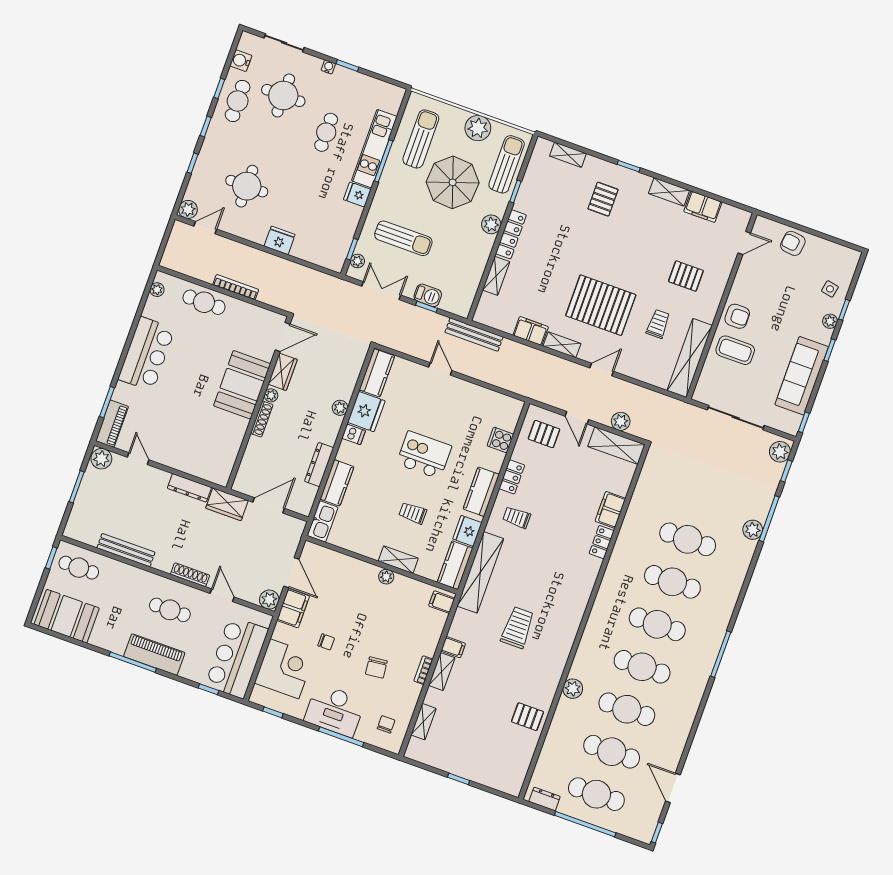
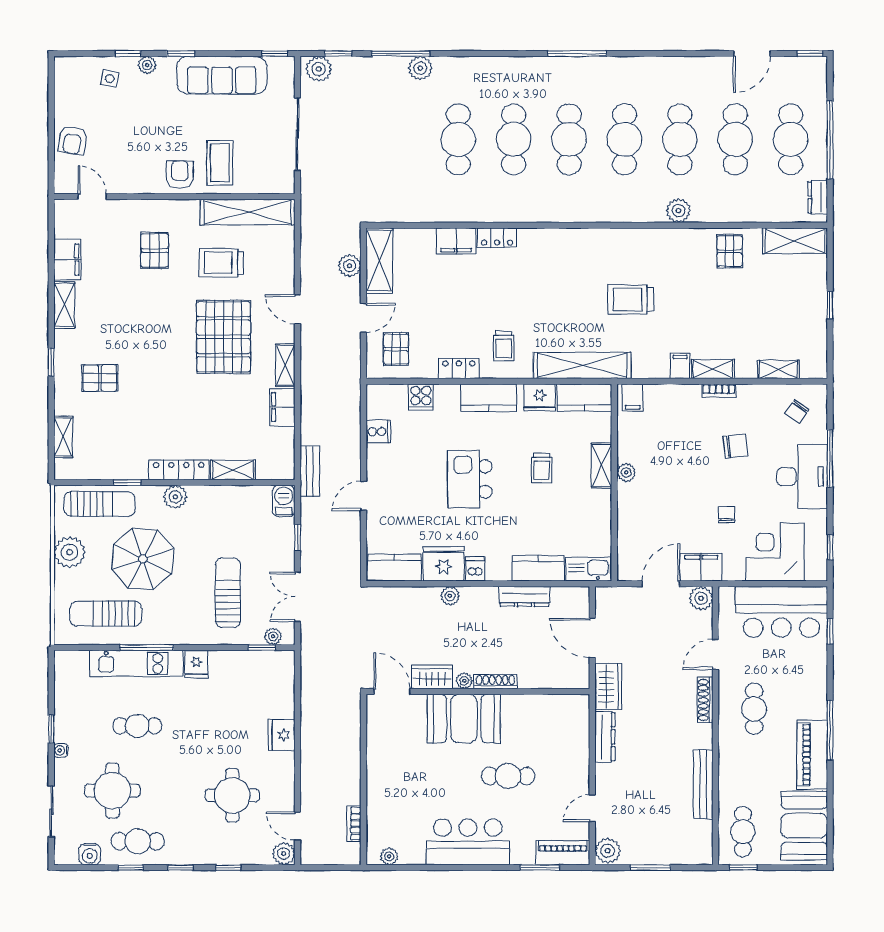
sun lounger: (507, 164) -> (100, 504), turned 180
bookcase: (236, 287) -> (354, 824), moved, width x0.64
barbecue: (428, 295) -> (284, 501), moved
cafe table: (204, 302) -> (508, 776), moved, turned 90
trolley: (658, 324) -> (221, 263), width x1.36, depth x1.39
bench: (474, 335) -> (310, 471), width x0.73
cooker: (486, 398) -> (378, 432), added
piano: (154, 655) -> (812, 755), moved
chair: (386, 724) -> (797, 411), turned -55
shelving: (518, 770) -> (795, 241), added

